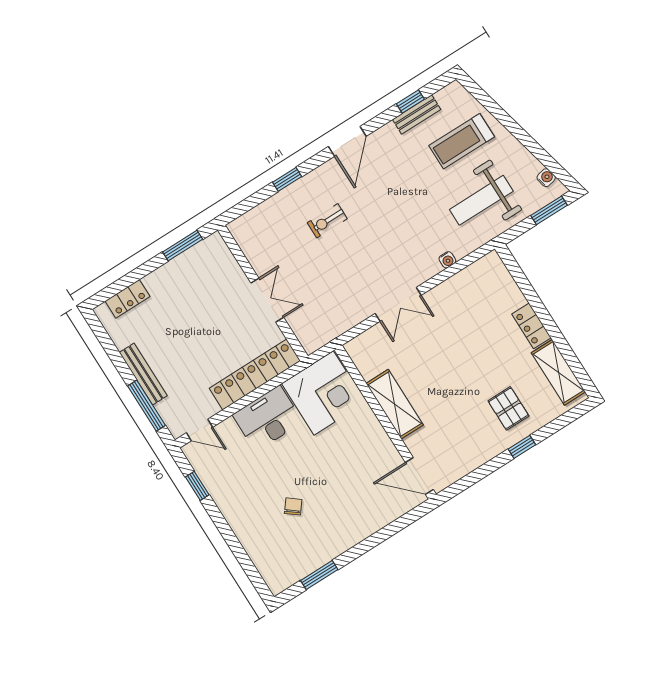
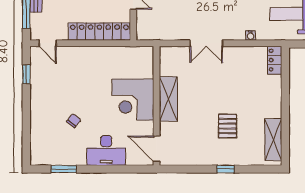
locker: (531, 326) -> (275, 60), moved
corner desk: (324, 393) -> (133, 100), moved, turned 90
pallet: (508, 408) -> (228, 126), moved
desk: (268, 418) -> (106, 150), moved, turned 180

